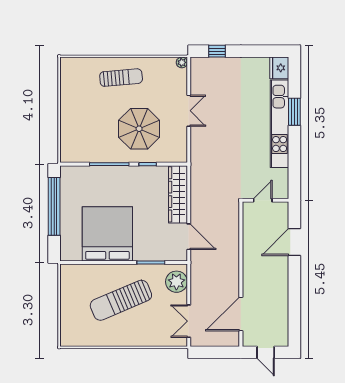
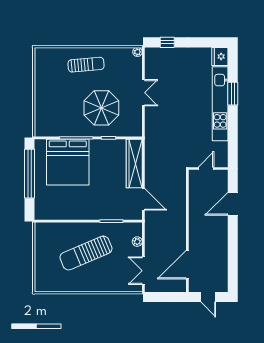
bed: (107, 234) -> (68, 162), moved, turned 180
plant: (176, 282) -> (137, 242), width x0.53, depth x0.53

